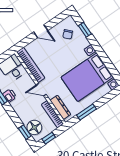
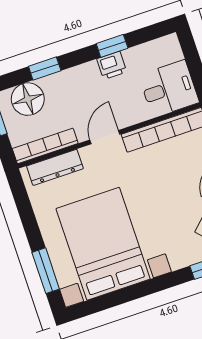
window: (86, 112) -> (46, 271), moved
window: (25, 132) -> (45, 69), moved

